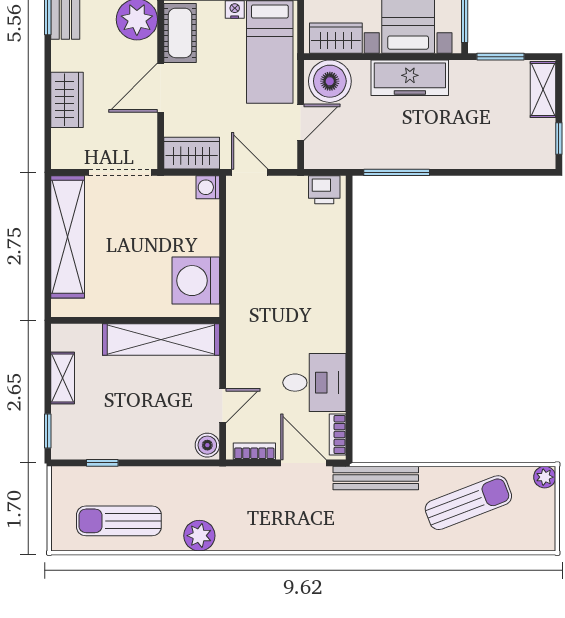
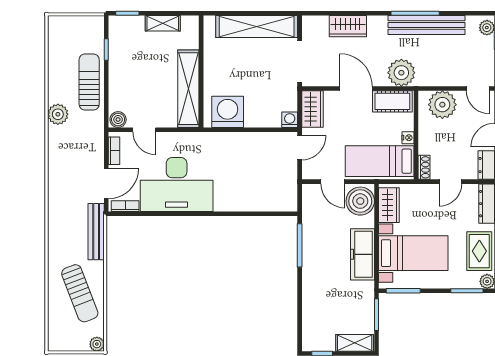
printer: (324, 190) -> (288, 197), removed
desk: (314, 383) -> (177, 184), width x1.87, depth x1.30
sun lounger: (119, 521) -> (89, 82), moved

